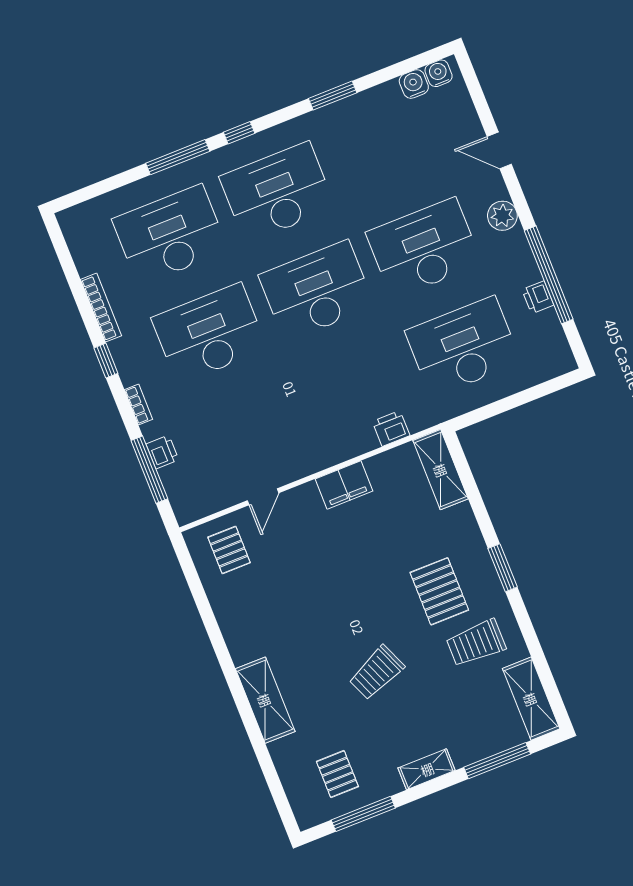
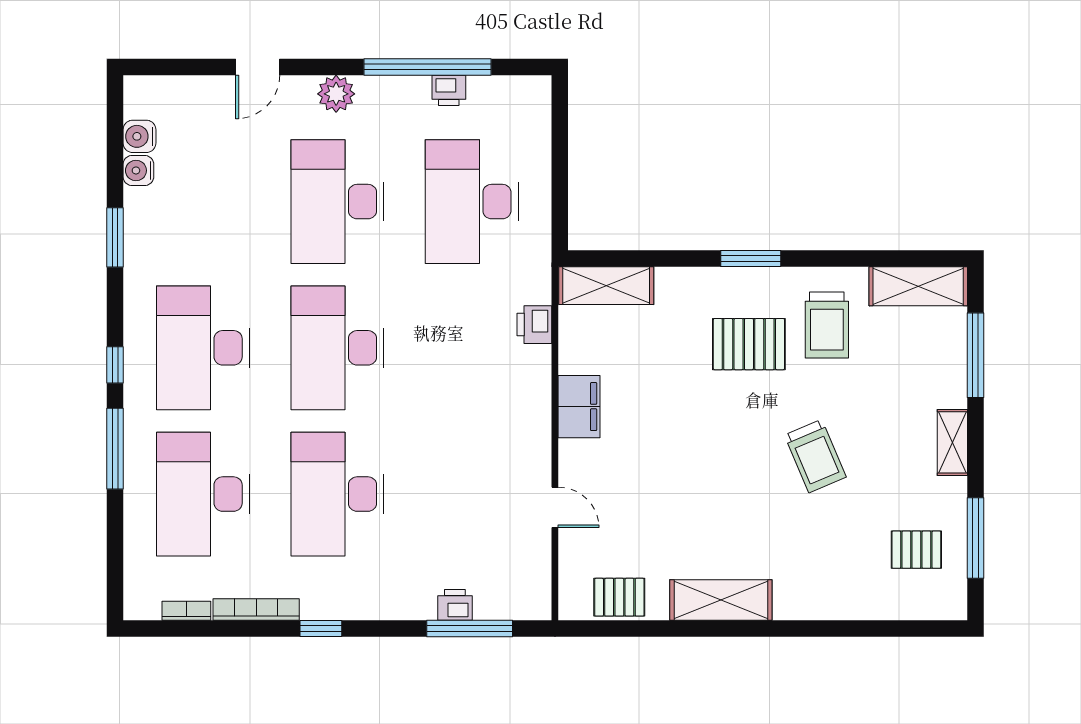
water cooler: (439, 73) -> (138, 170), moved
bookcase: (139, 404) -> (186, 611), moved
pallet: (229, 550) -> (619, 597), moved
shelving: (265, 700) -> (721, 600), moved

